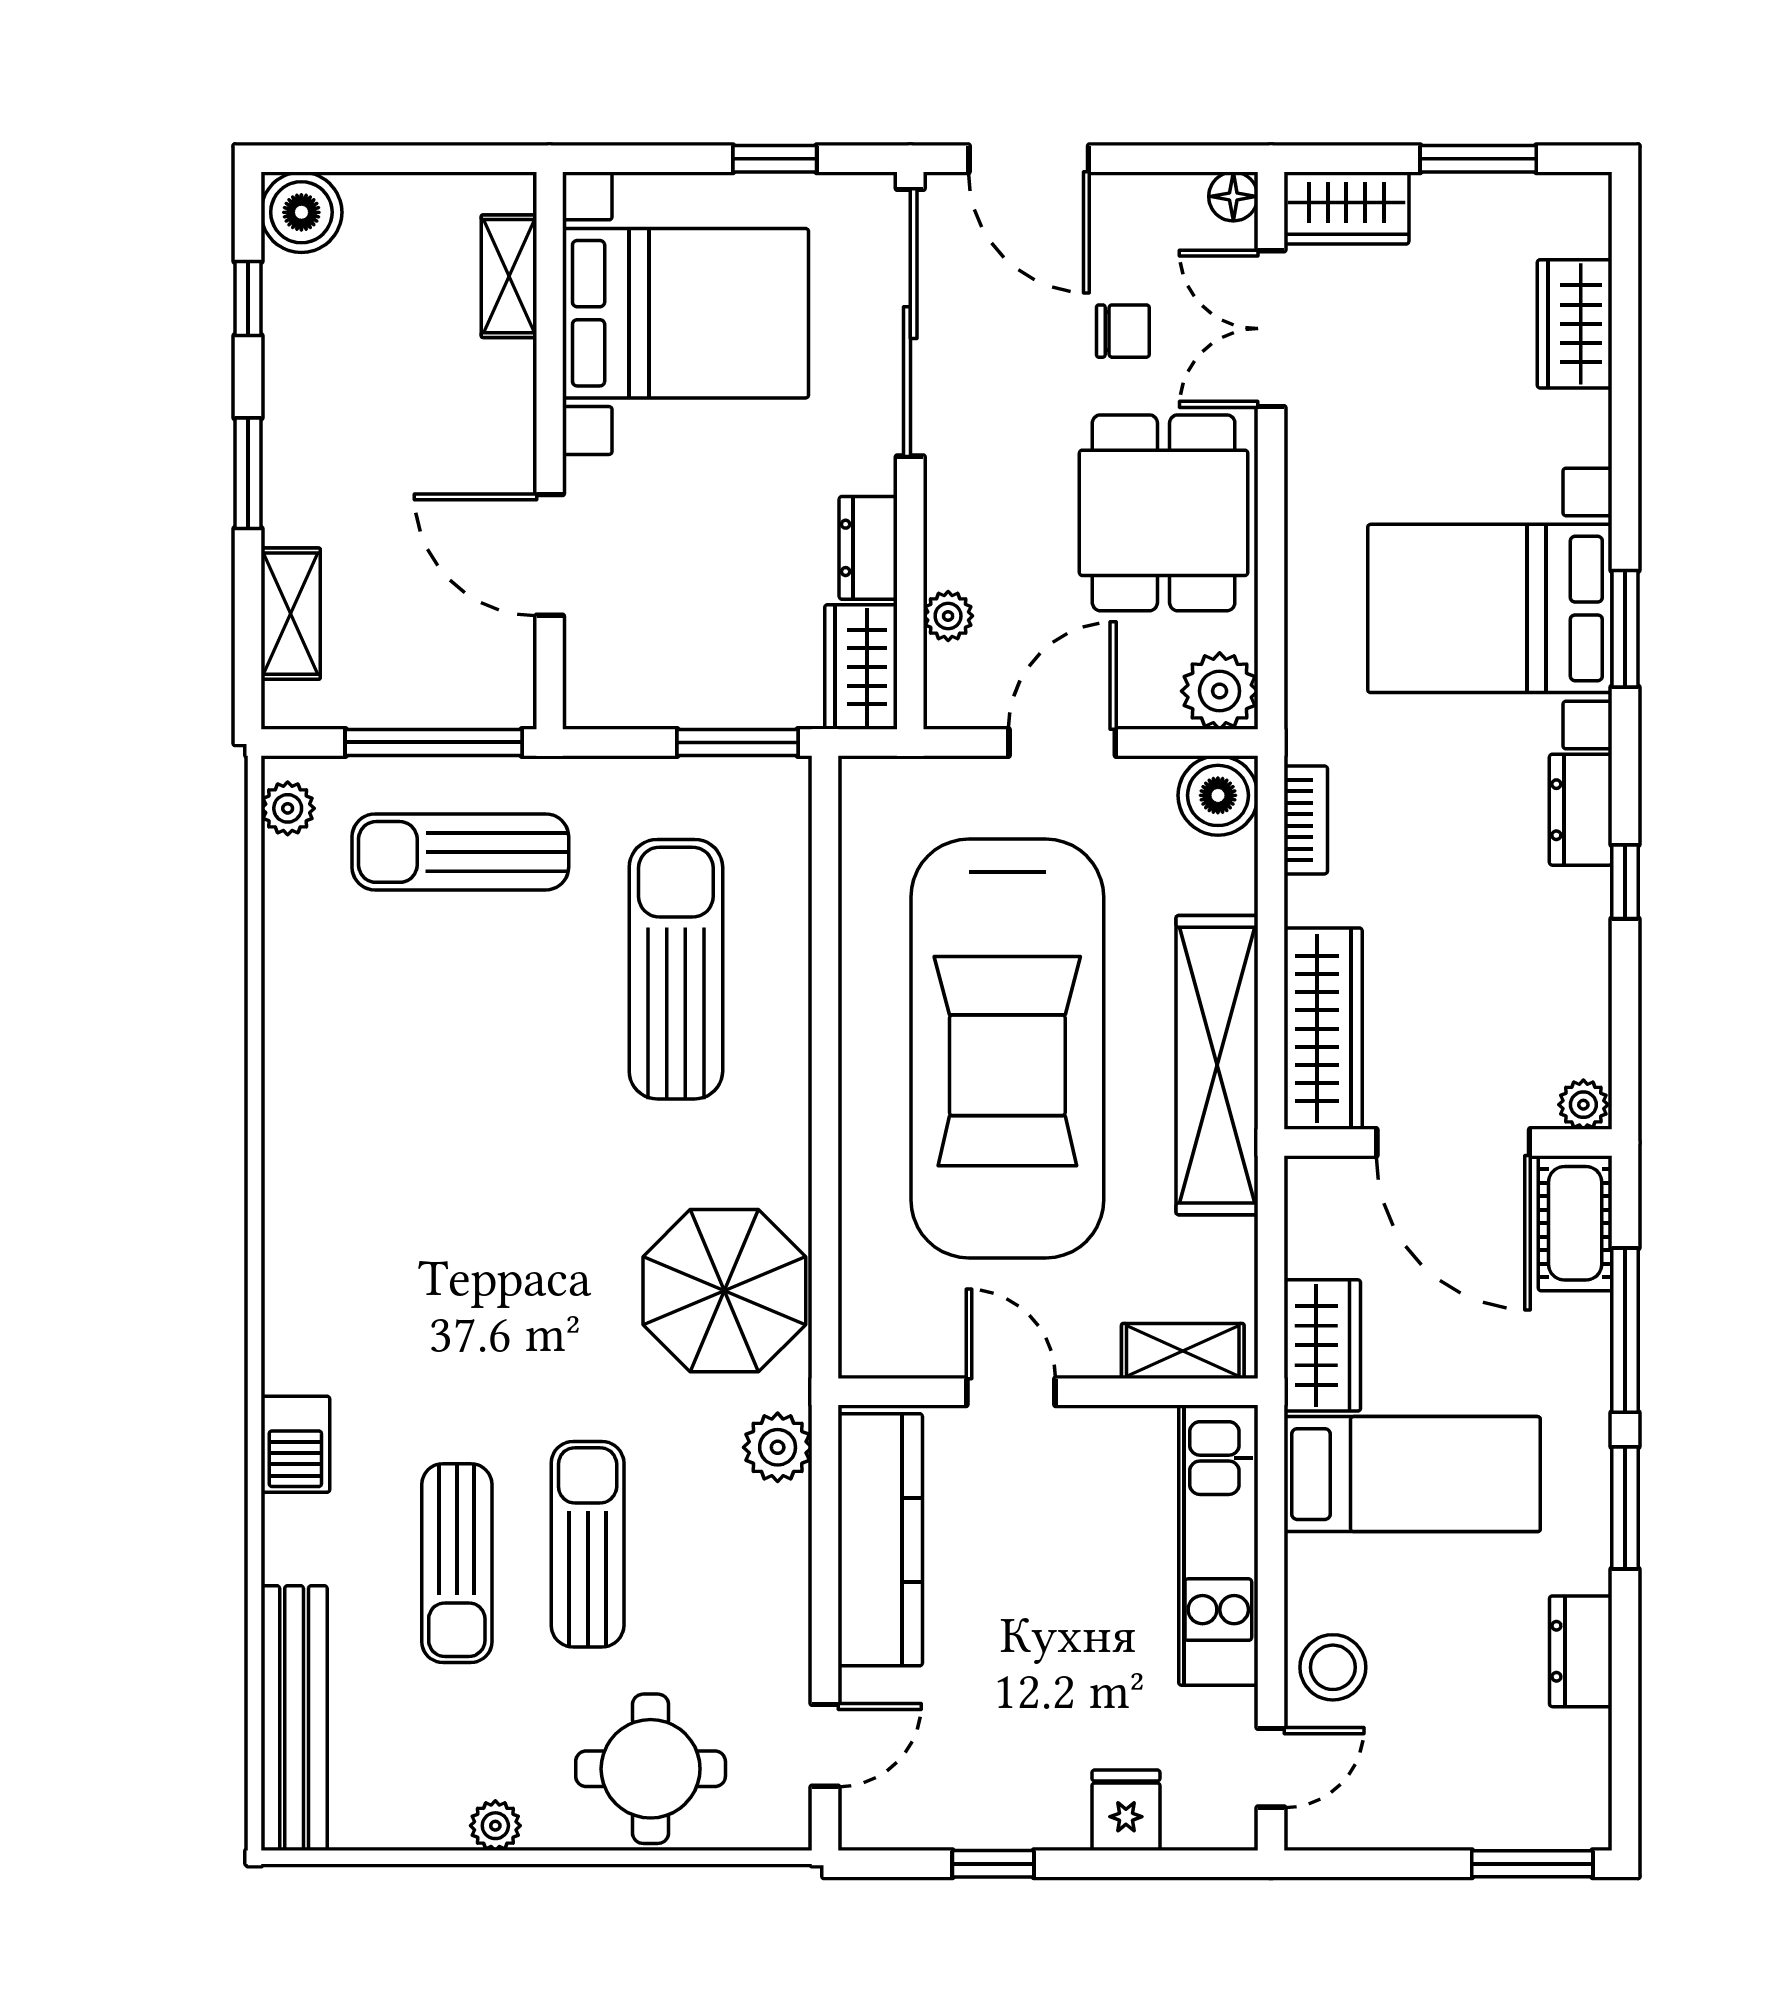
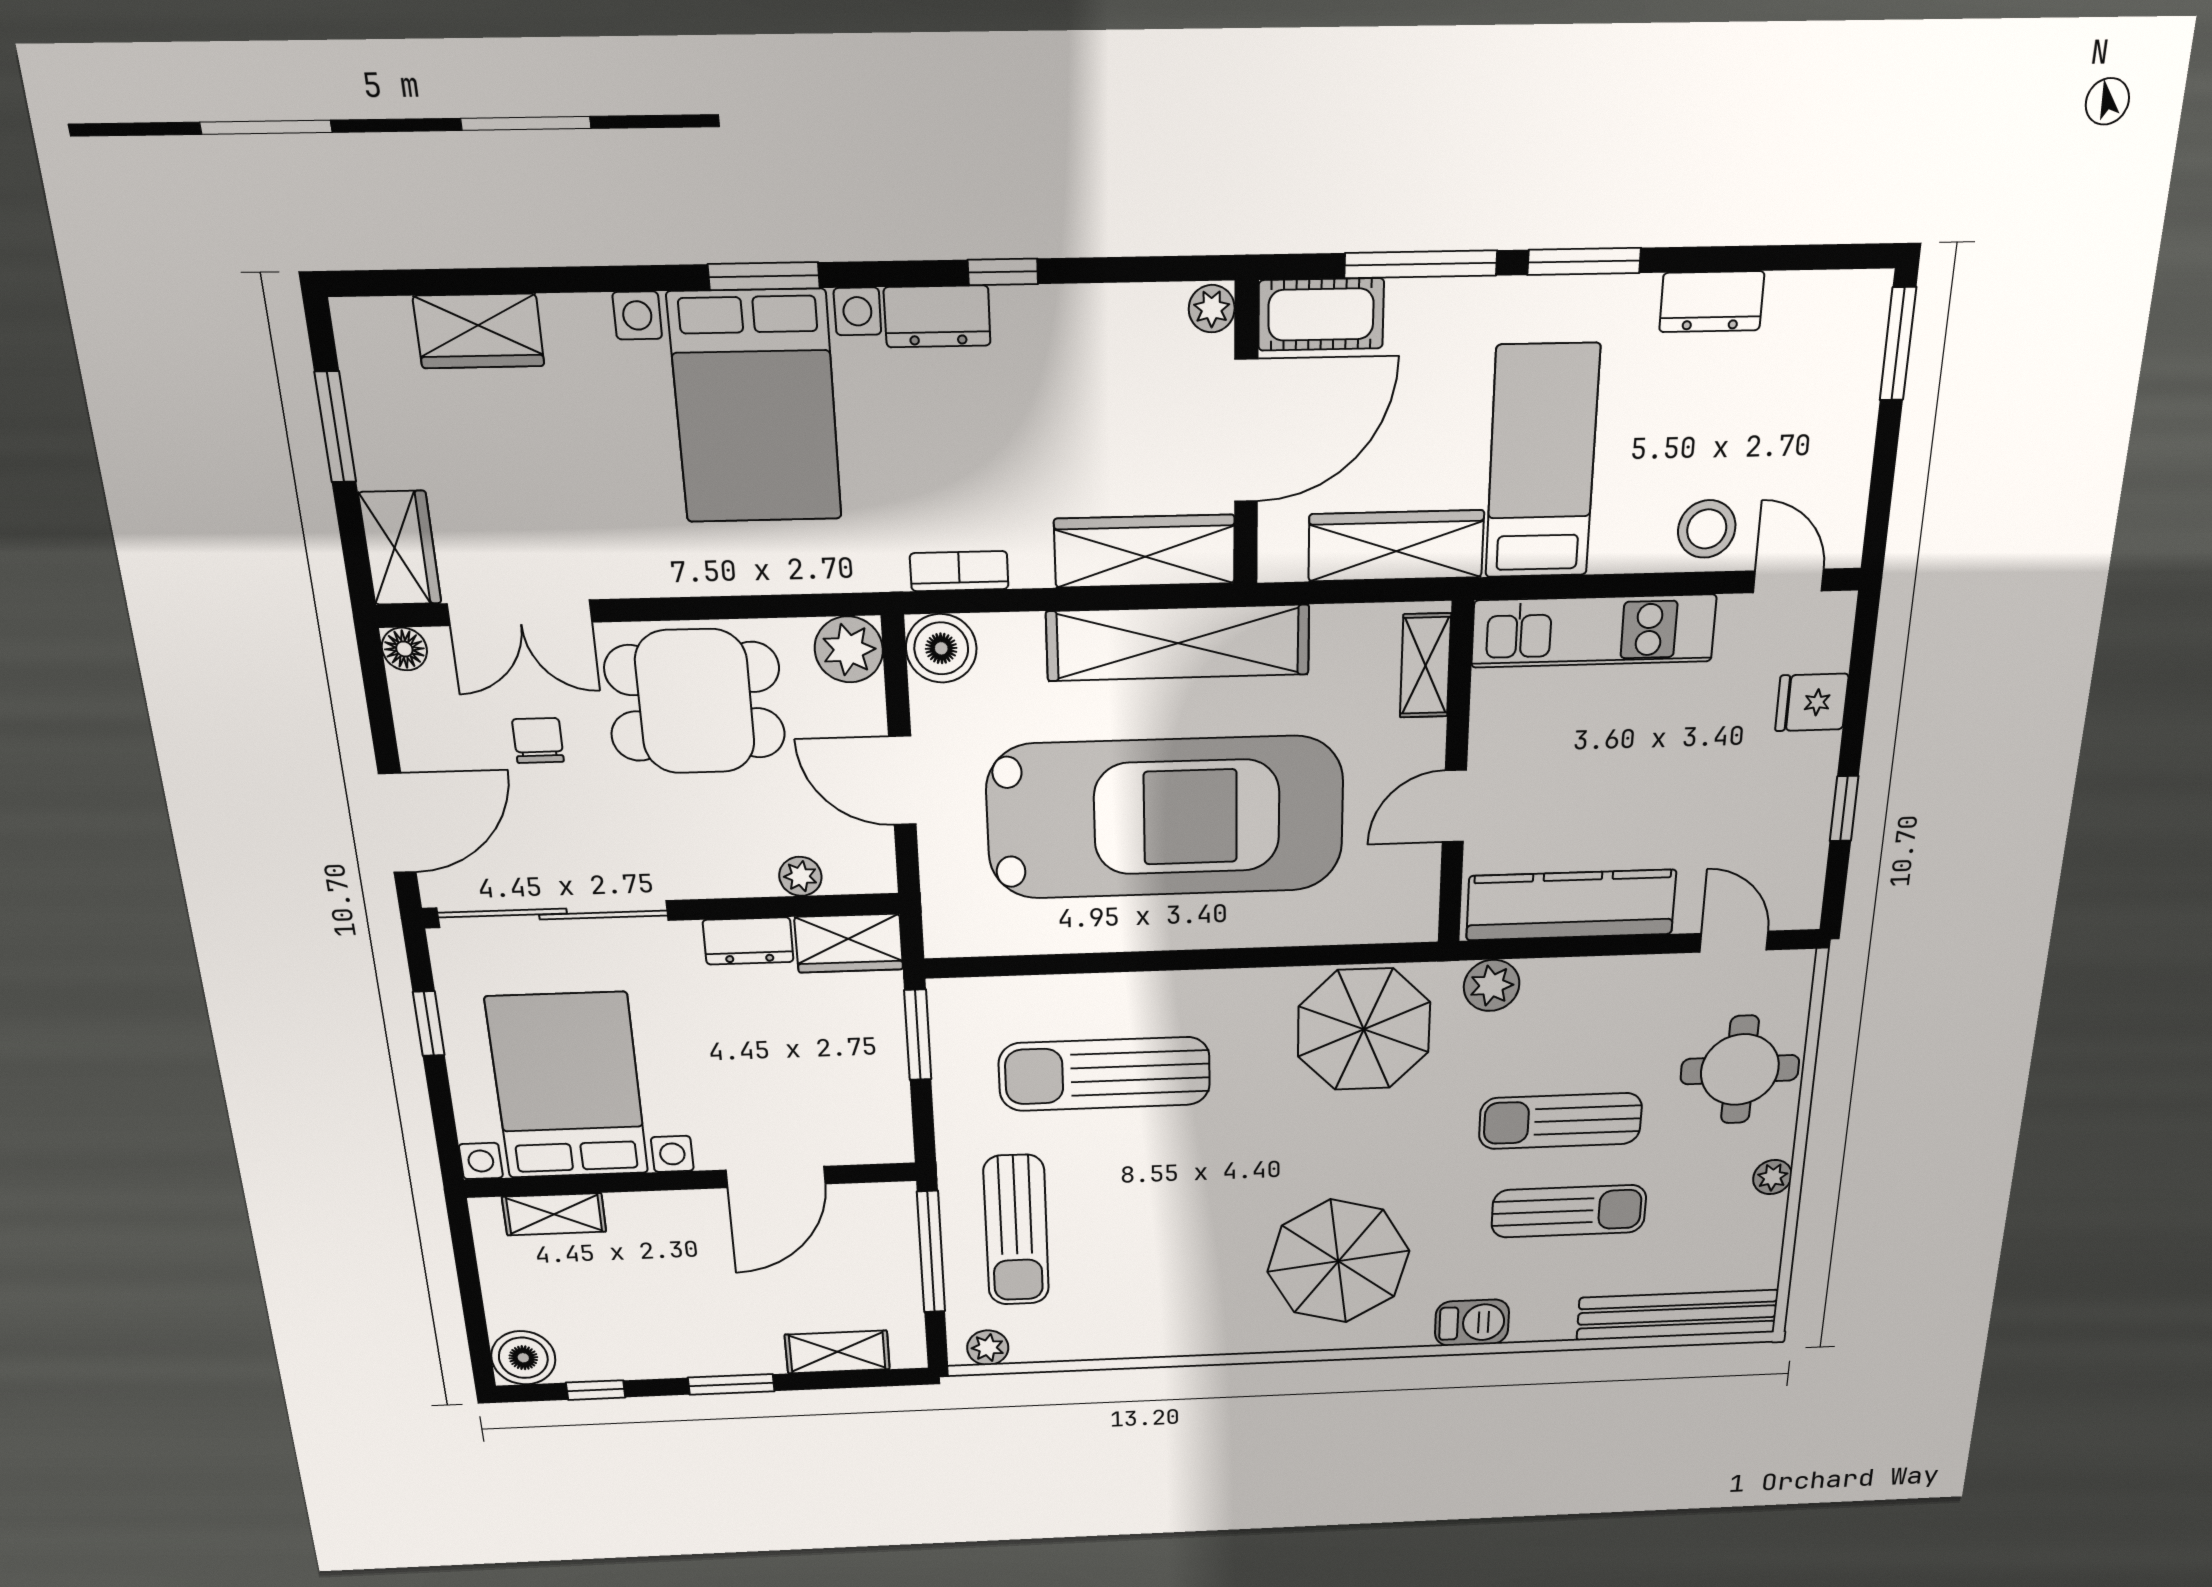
parasol: (396, 1266) -> (1338, 1261), added
wardrobe: (1322, 1345) -> (1396, 546), width x1.50

